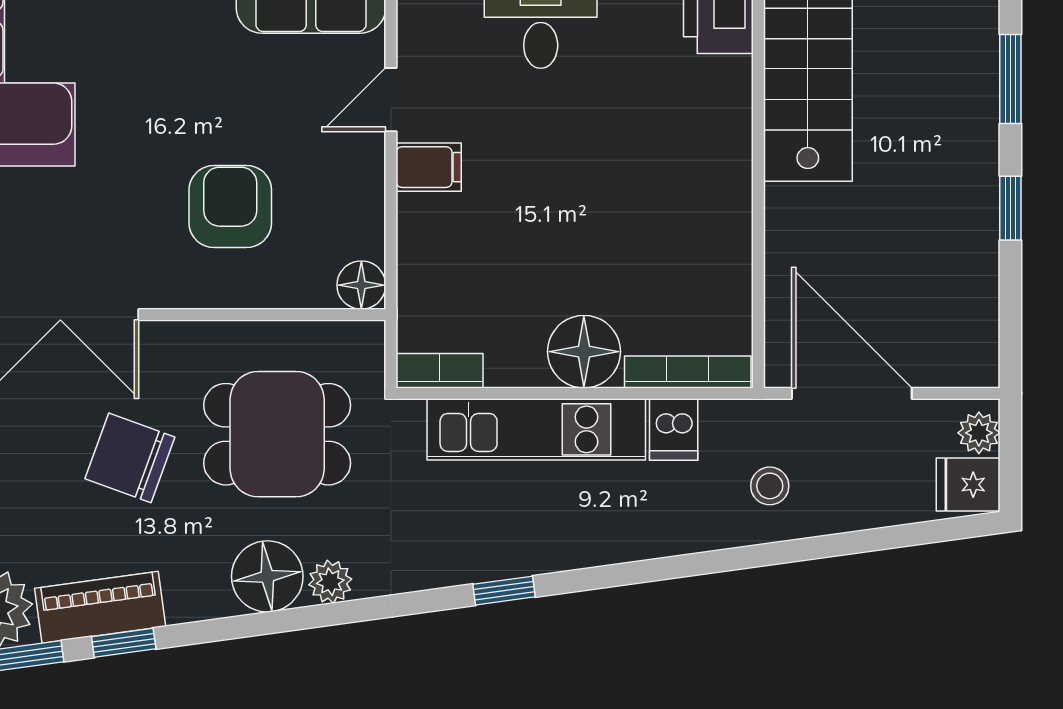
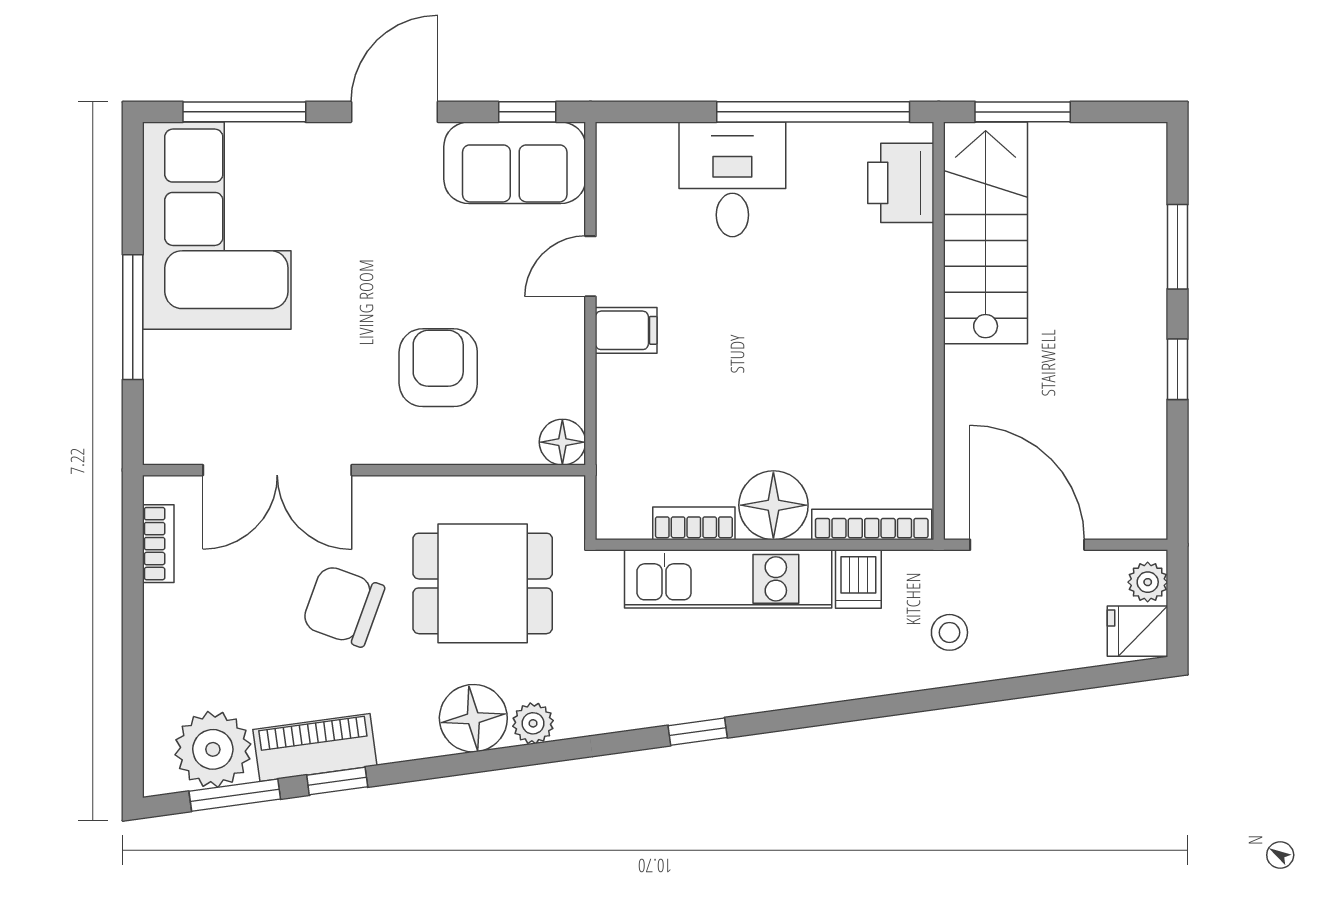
bookcase: (439, 371) -> (694, 523), moved

